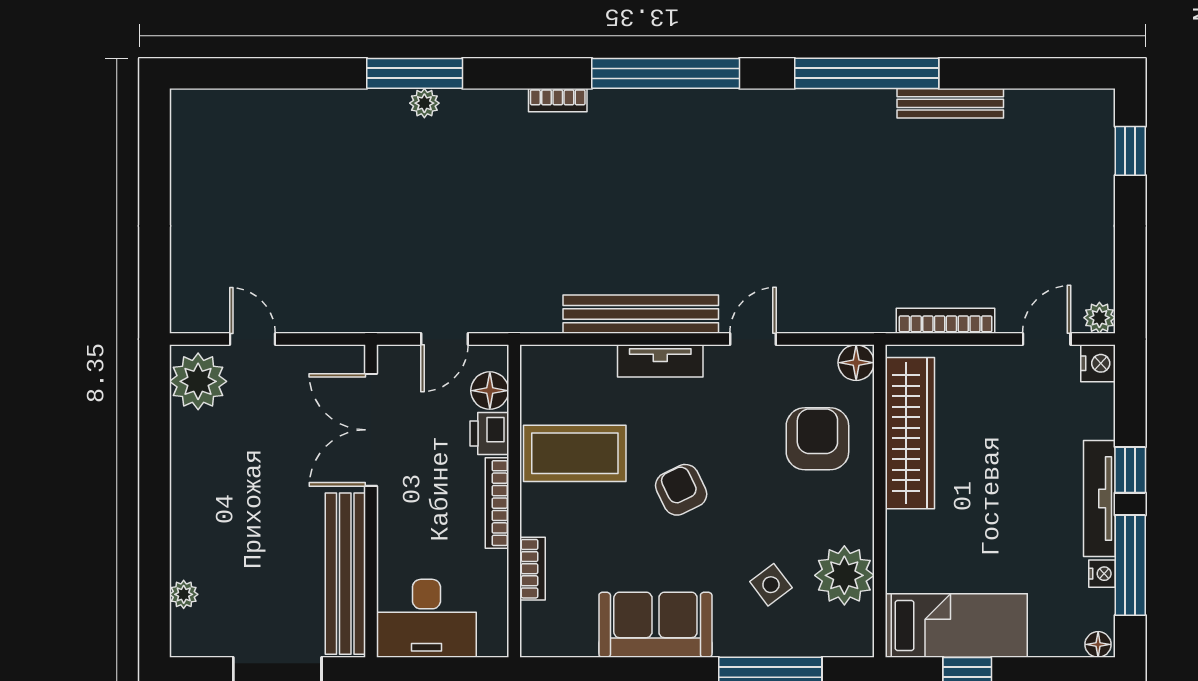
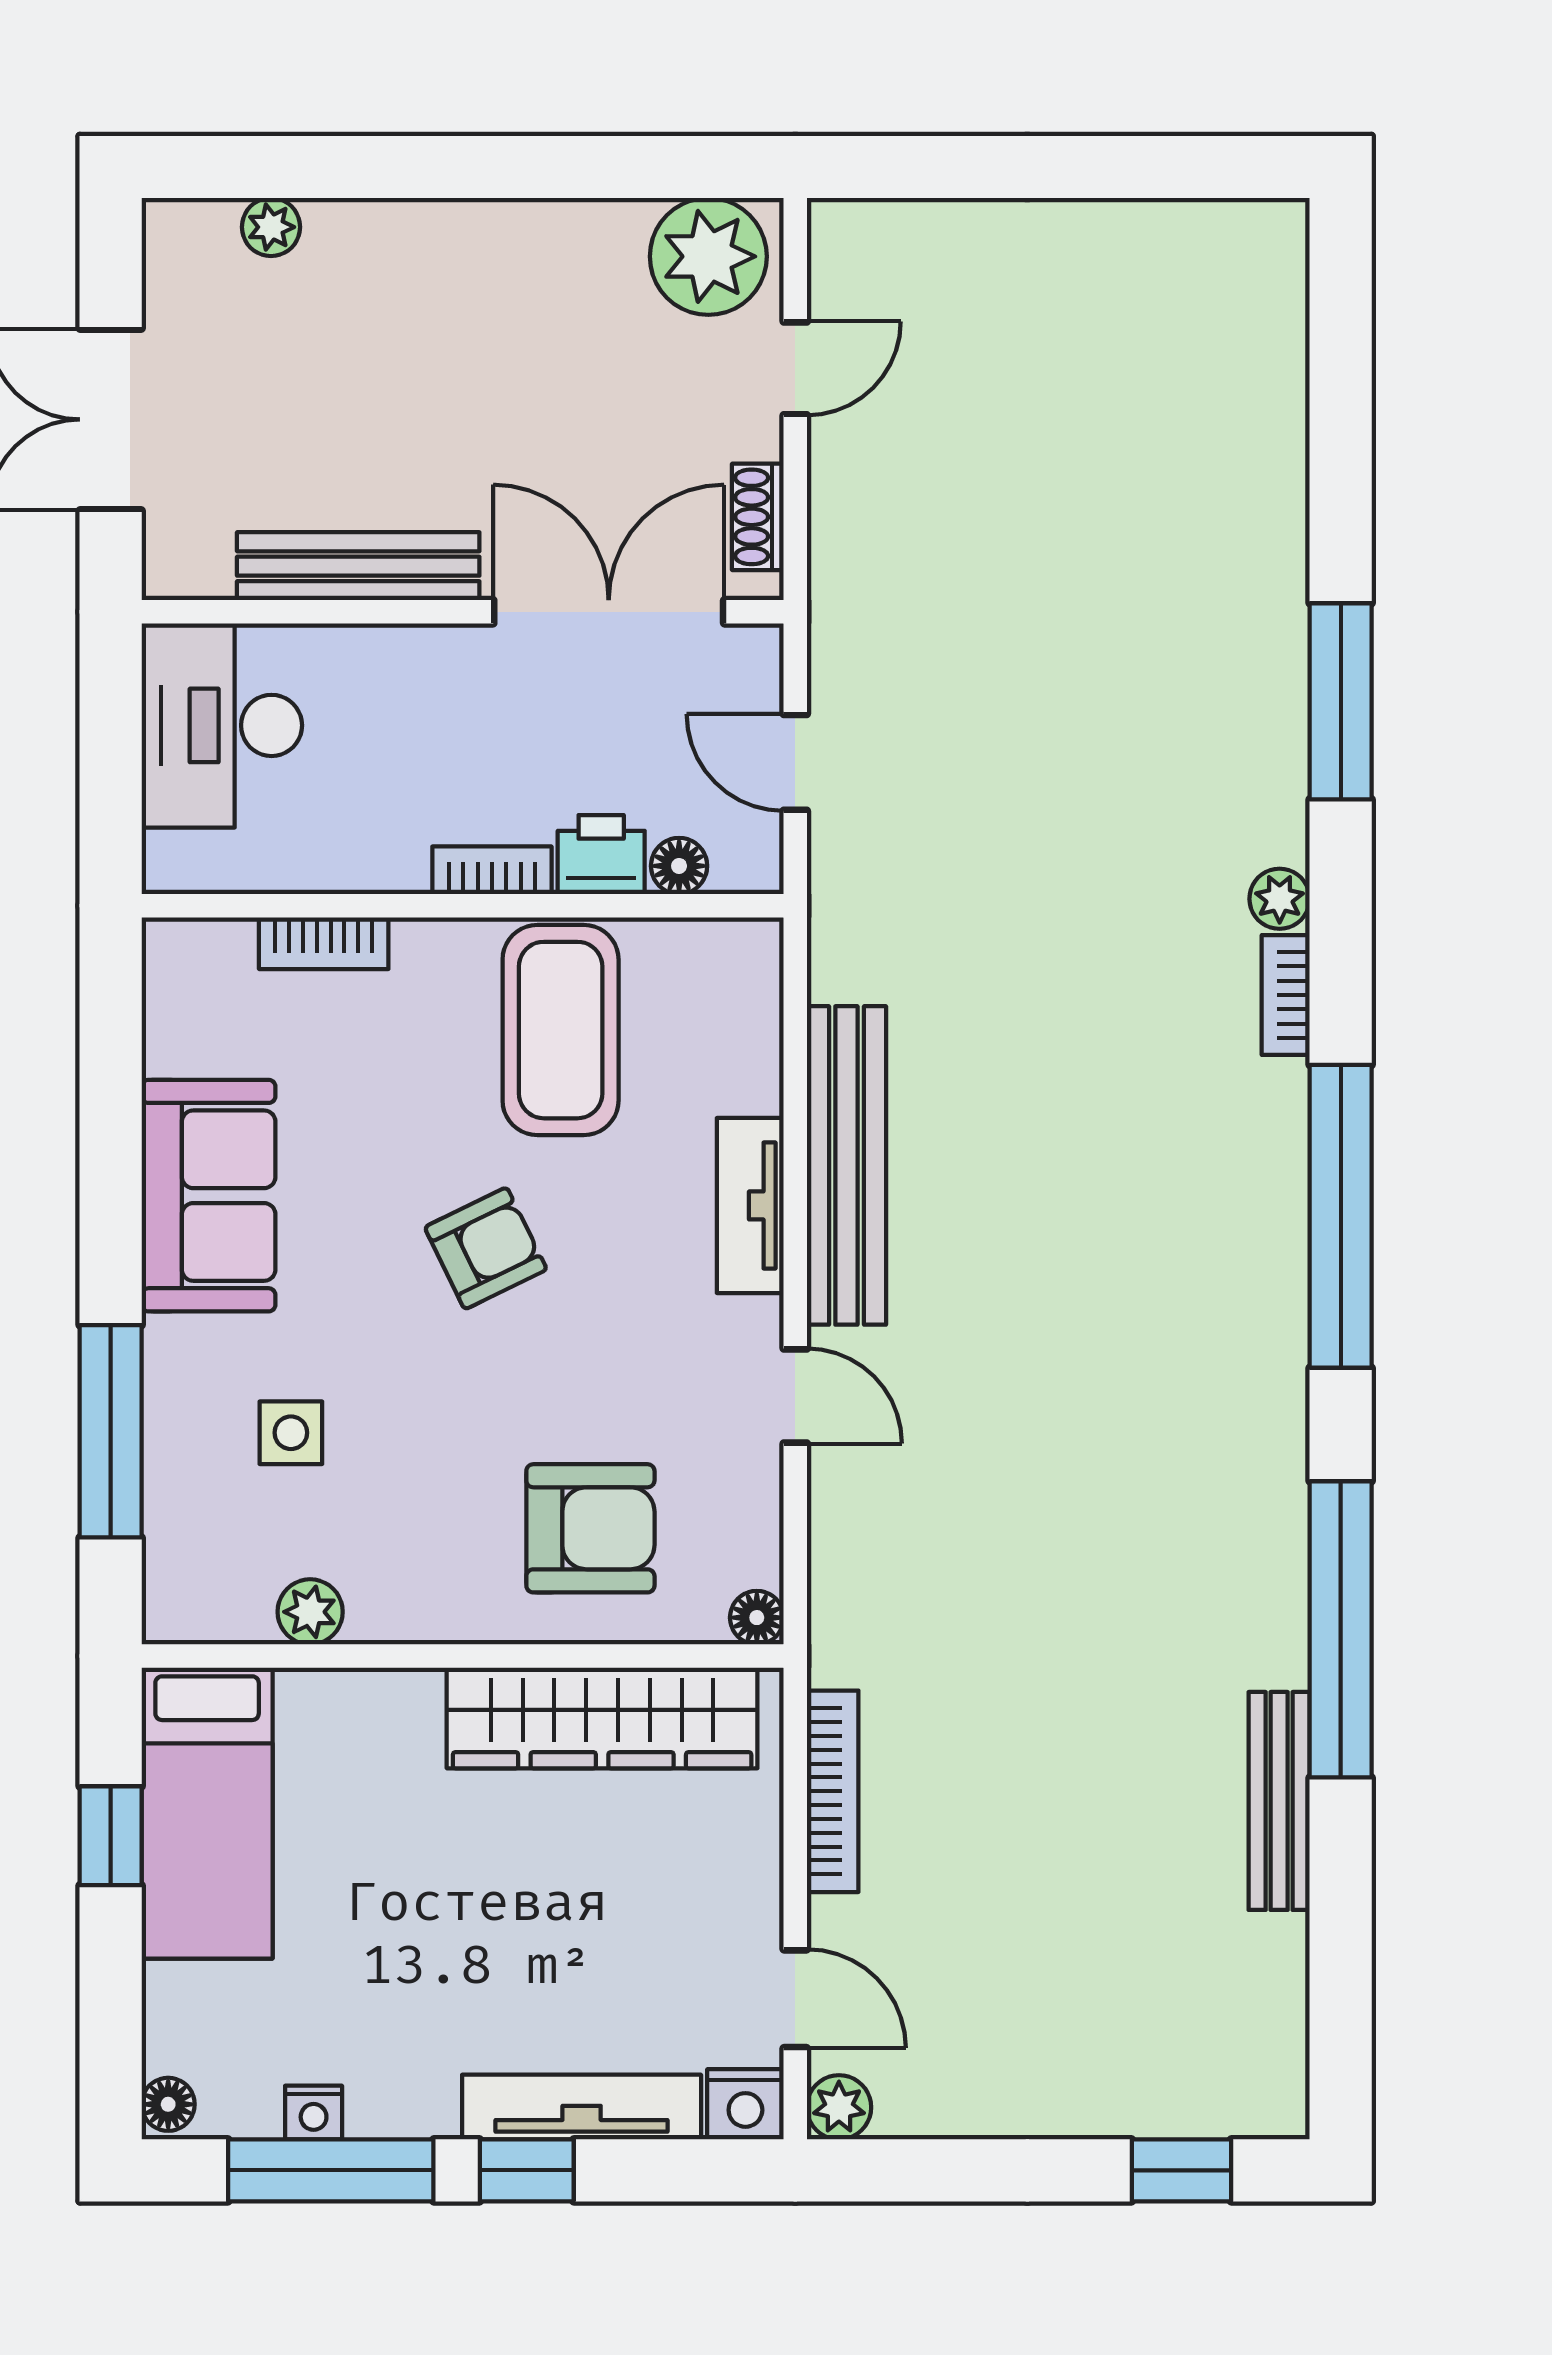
plant: (424, 103) -> (1280, 899), moved
shoe rack: (325, 357) -> (758, 517), added
floor lamp: (856, 363) -> (757, 1618), width x0.73, depth x0.73
floor lamp: (490, 391) -> (679, 866), width x0.73, depth x0.73
tv unit: (1099, 499) -> (582, 2107), moved
bookcase: (497, 503) -> (492, 870), width x0.64
bench: (345, 574) -> (358, 566), width x0.73, depth x0.82
plant: (844, 575) -> (310, 1612), width x0.53, depth x0.53
side table: (771, 585) -> (291, 1433), turned 37

